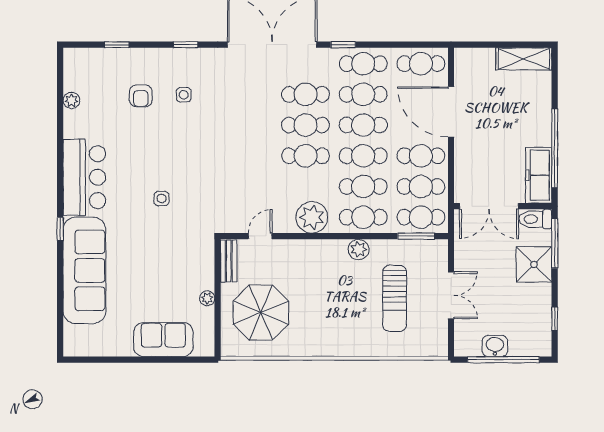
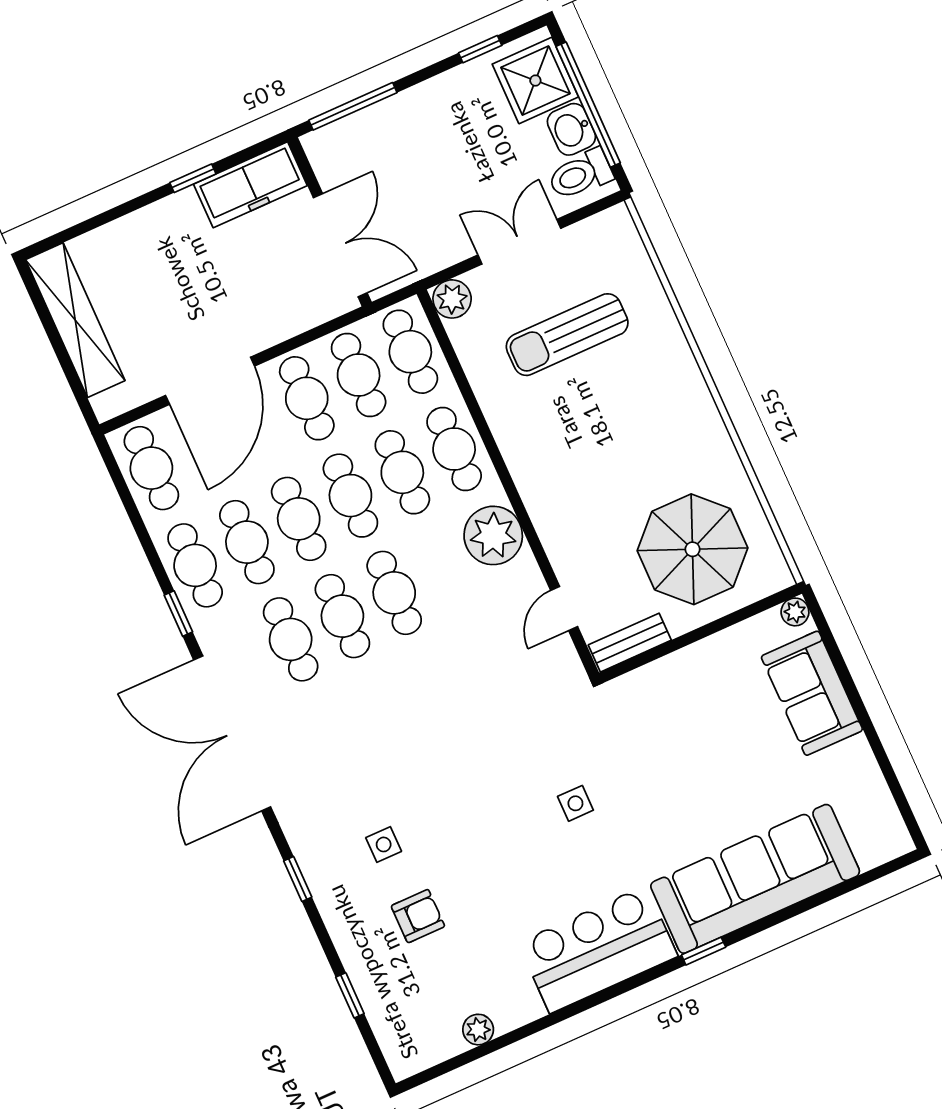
shelving: (524, 59) -> (75, 320), width x1.47
window: (555, 148) -> (193, 178), width x0.32
toilet: (535, 219) -> (580, 174), moved, turned 90
door: (260, 236) -> (564, 608), hinge flipped
window: (416, 236) -> (446, 345), removed
plant: (359, 249) -> (452, 299), moved
shower: (534, 264) -> (535, 81), moved
plant: (207, 298) -> (795, 612), moved
sun lounger: (395, 298) -> (567, 335), turned 180

